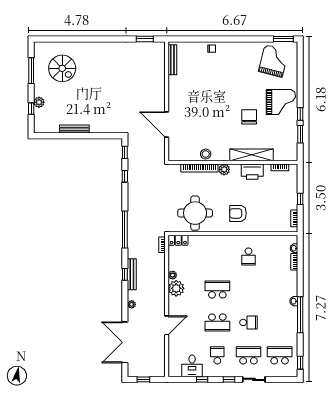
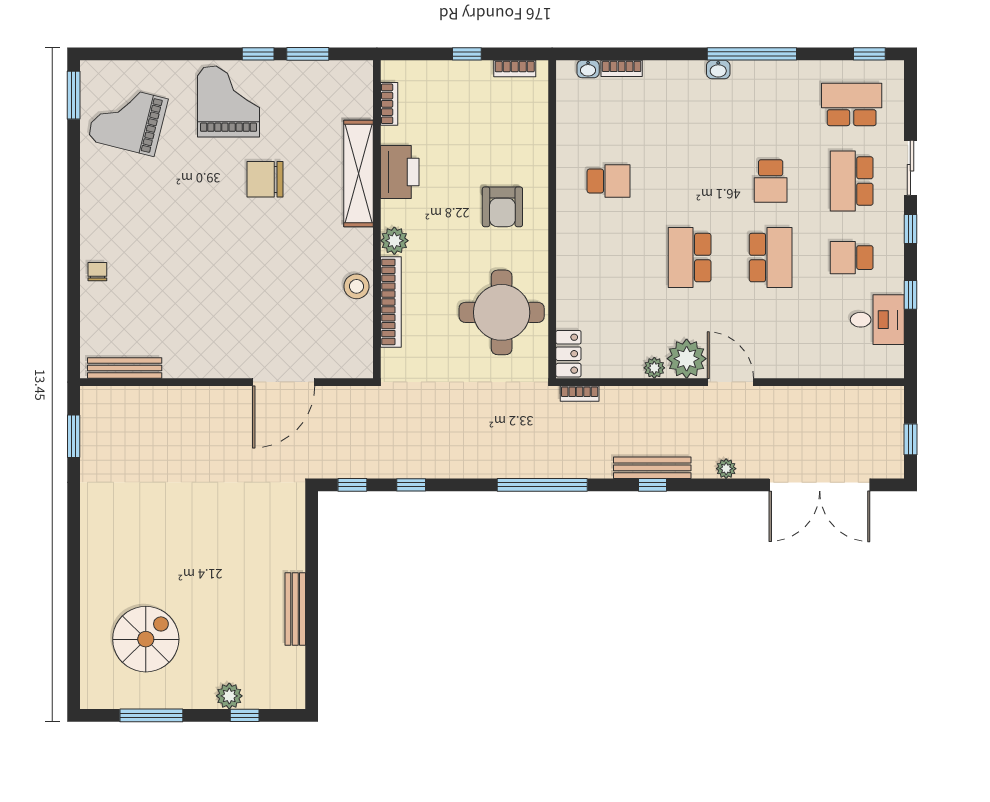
school desk: (248, 322) -> (771, 181), turned 180
door: (167, 325) -> (730, 382), moved
school desk: (280, 355) -> (852, 104), turned 90

